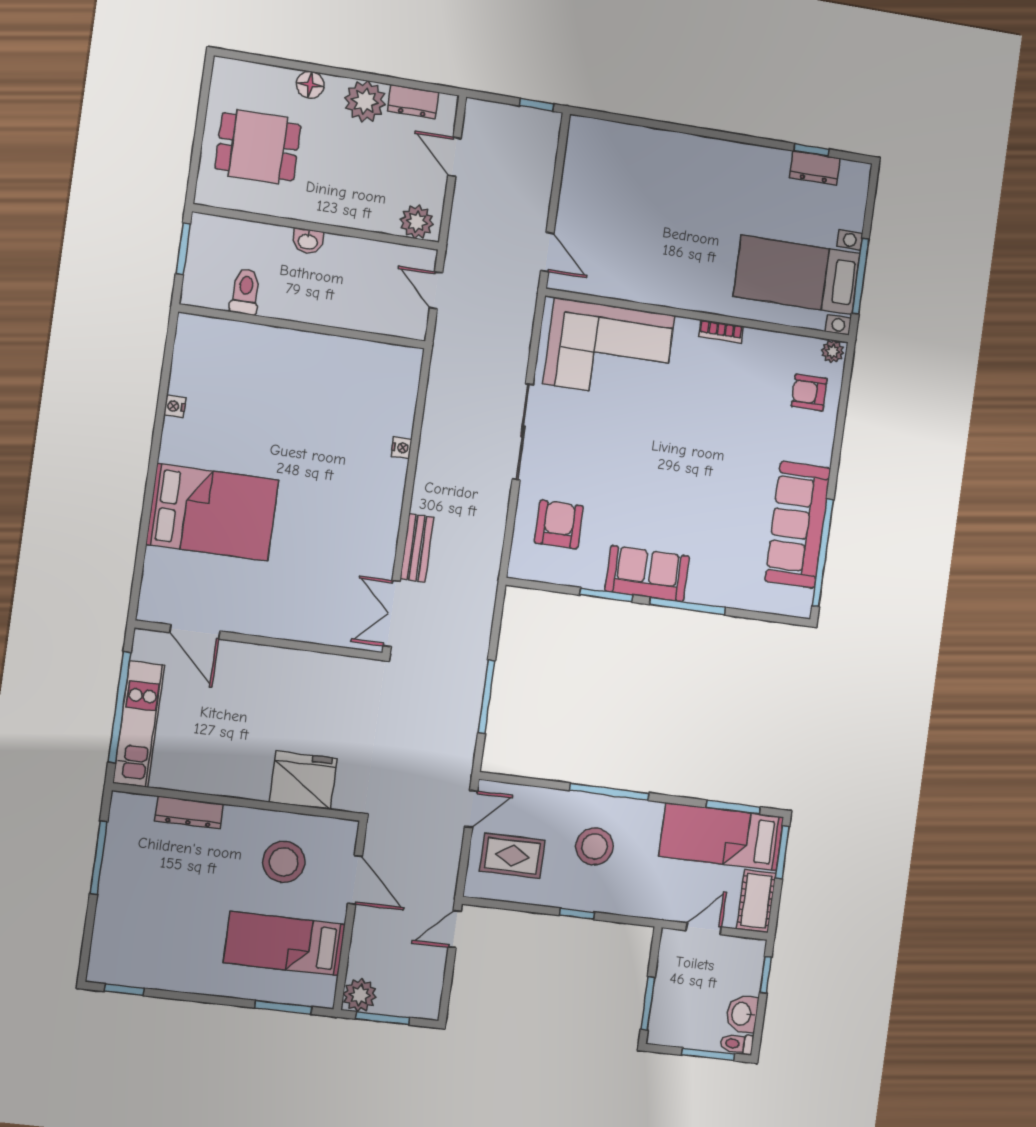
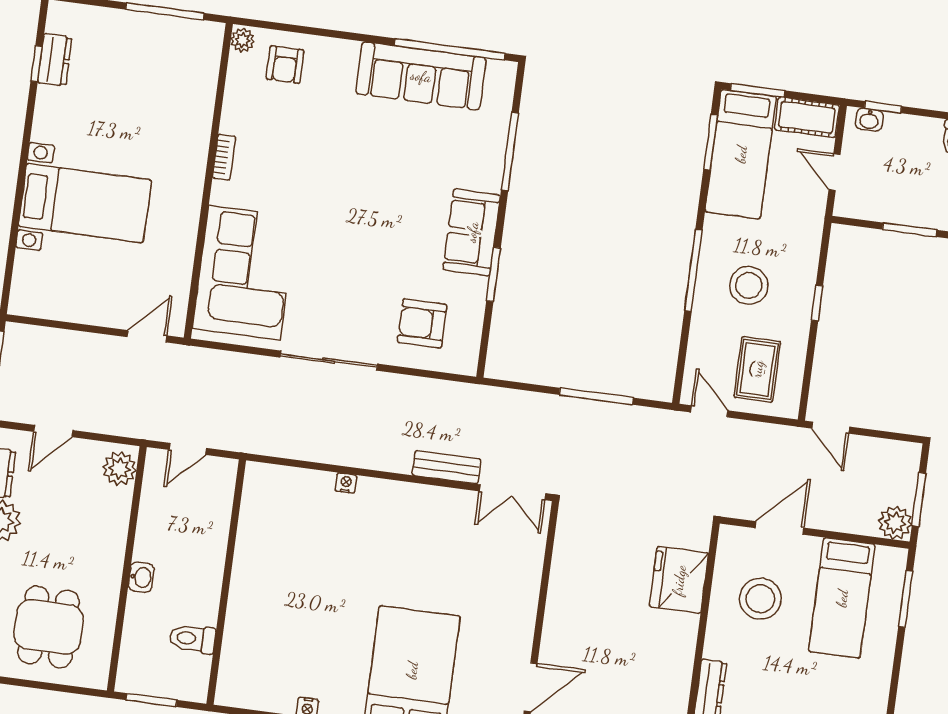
bed with nightstands: (797, 275) -> (85, 203), moved, turned -90
window: (687, 606) -> (510, 151), moved
washbasin: (742, 1014) -> (869, 120), moved, width x0.72, depth x0.69

